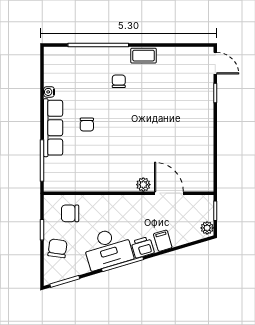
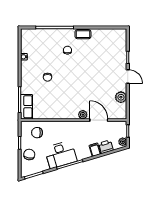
door: (215, 63) -> (128, 76), moved
row of seats: (53, 128) -> (26, 107), moved, width x0.68
plant: (204, 157) -> (121, 97), added
printer: (143, 247) -> (106, 147), moved

